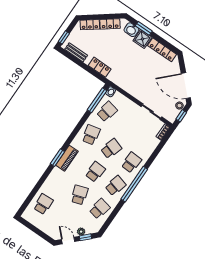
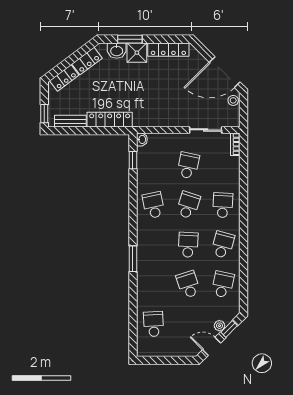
locker: (100, 67) -> (110, 120), width x1.53
window: (97, 100) -> (133, 160), width x0.46
school desk: (107, 112) -> (188, 165), moved
window: (181, 116) -> (243, 111), removed
piano: (67, 158) -> (144, 252), removed
window: (134, 184) -> (243, 228), removed

